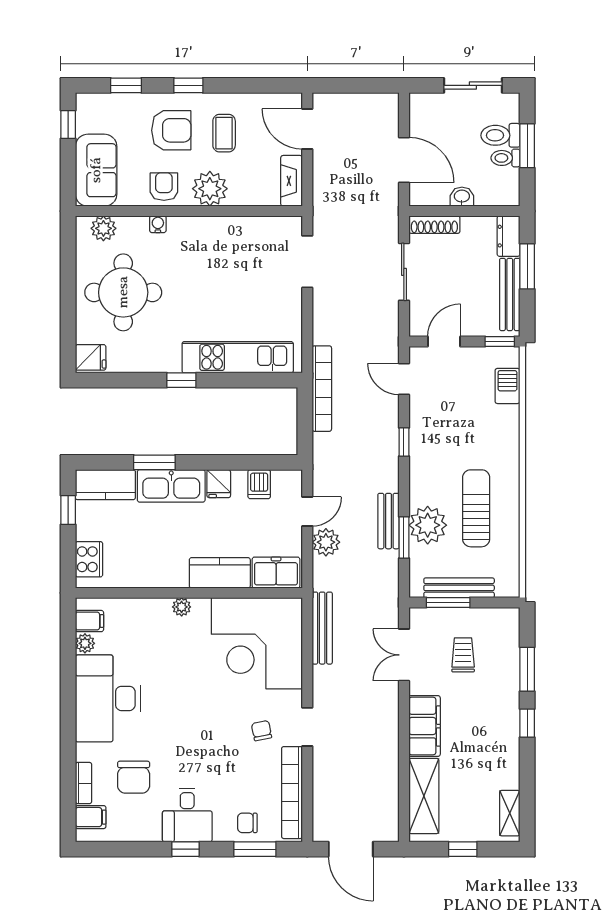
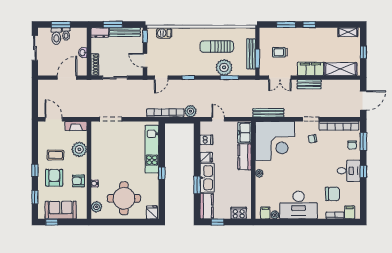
door: (307, 129) -> (54, 119), swing flipped
sofa: (96, 170) -> (61, 210), moved
plant: (210, 189) -> (79, 149), moved
bench: (388, 521) -> (309, 84), moved
plant: (326, 542) -> (190, 111), moved

